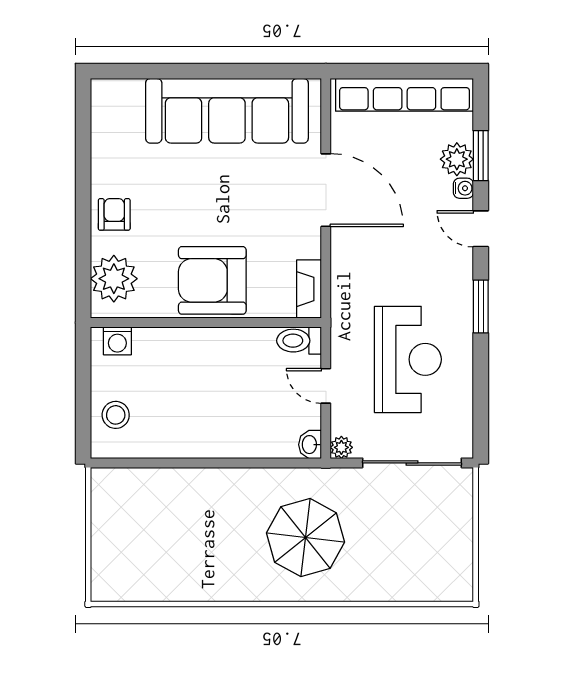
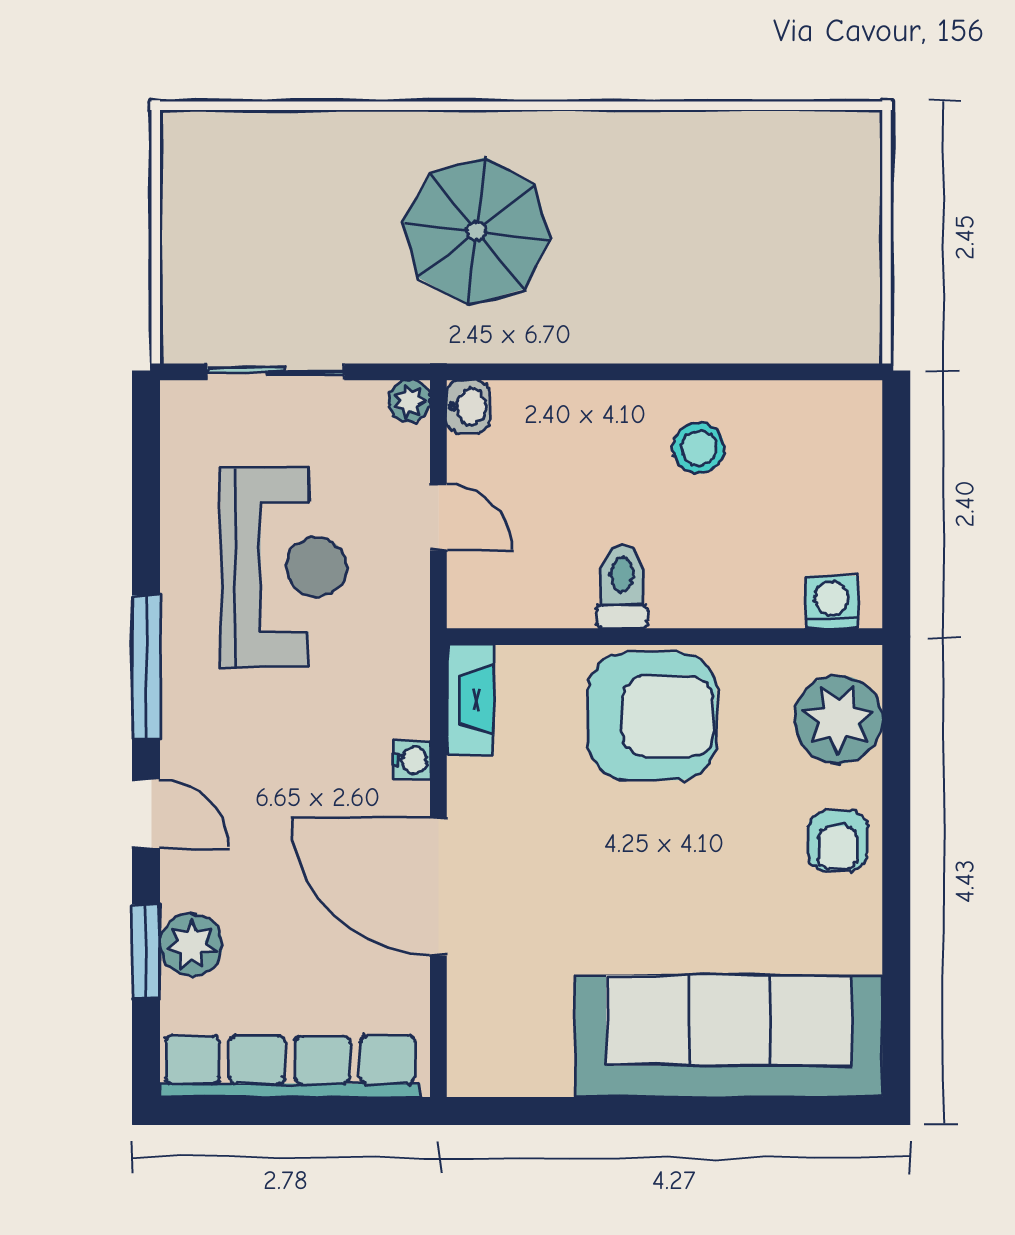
sofa: (227, 111) -> (729, 1036), moved
water cooler: (463, 188) -> (411, 760), moved, turned 180
window: (481, 306) -> (146, 667), width x1.44
toilet: (299, 341) -> (622, 586), moved, turned -90
reception desk: (408, 359) -> (284, 567), turned 180
stool: (116, 415) -> (699, 448), moved
sliding door: (412, 463) -> (276, 372), width x0.73

